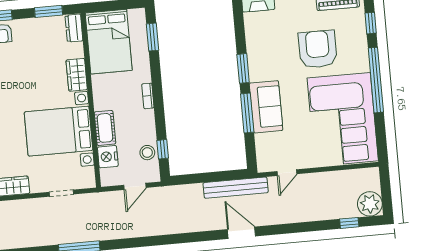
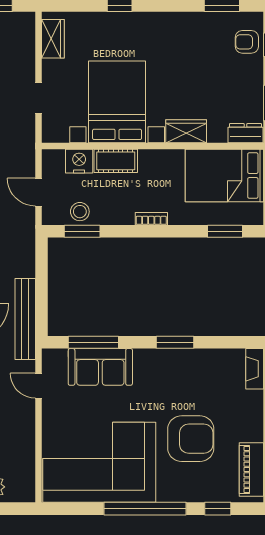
sofa: (266, 107) -> (100, 367), moved
window: (247, 113) -> (93, 342), moved
window: (163, 149) -> (82, 231), width x1.50

